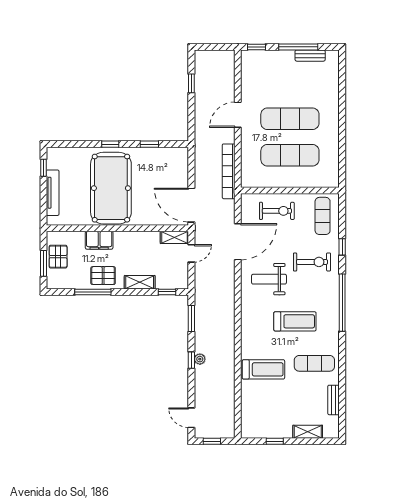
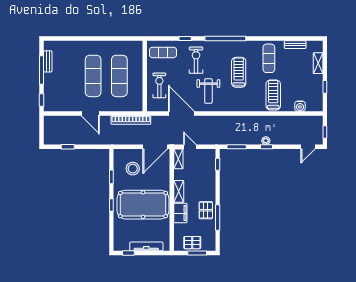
stool: (161, 174) -> (133, 169), added
shelving: (140, 282) -> (179, 191), moved
water cooler: (248, 407) -> (300, 106), added

